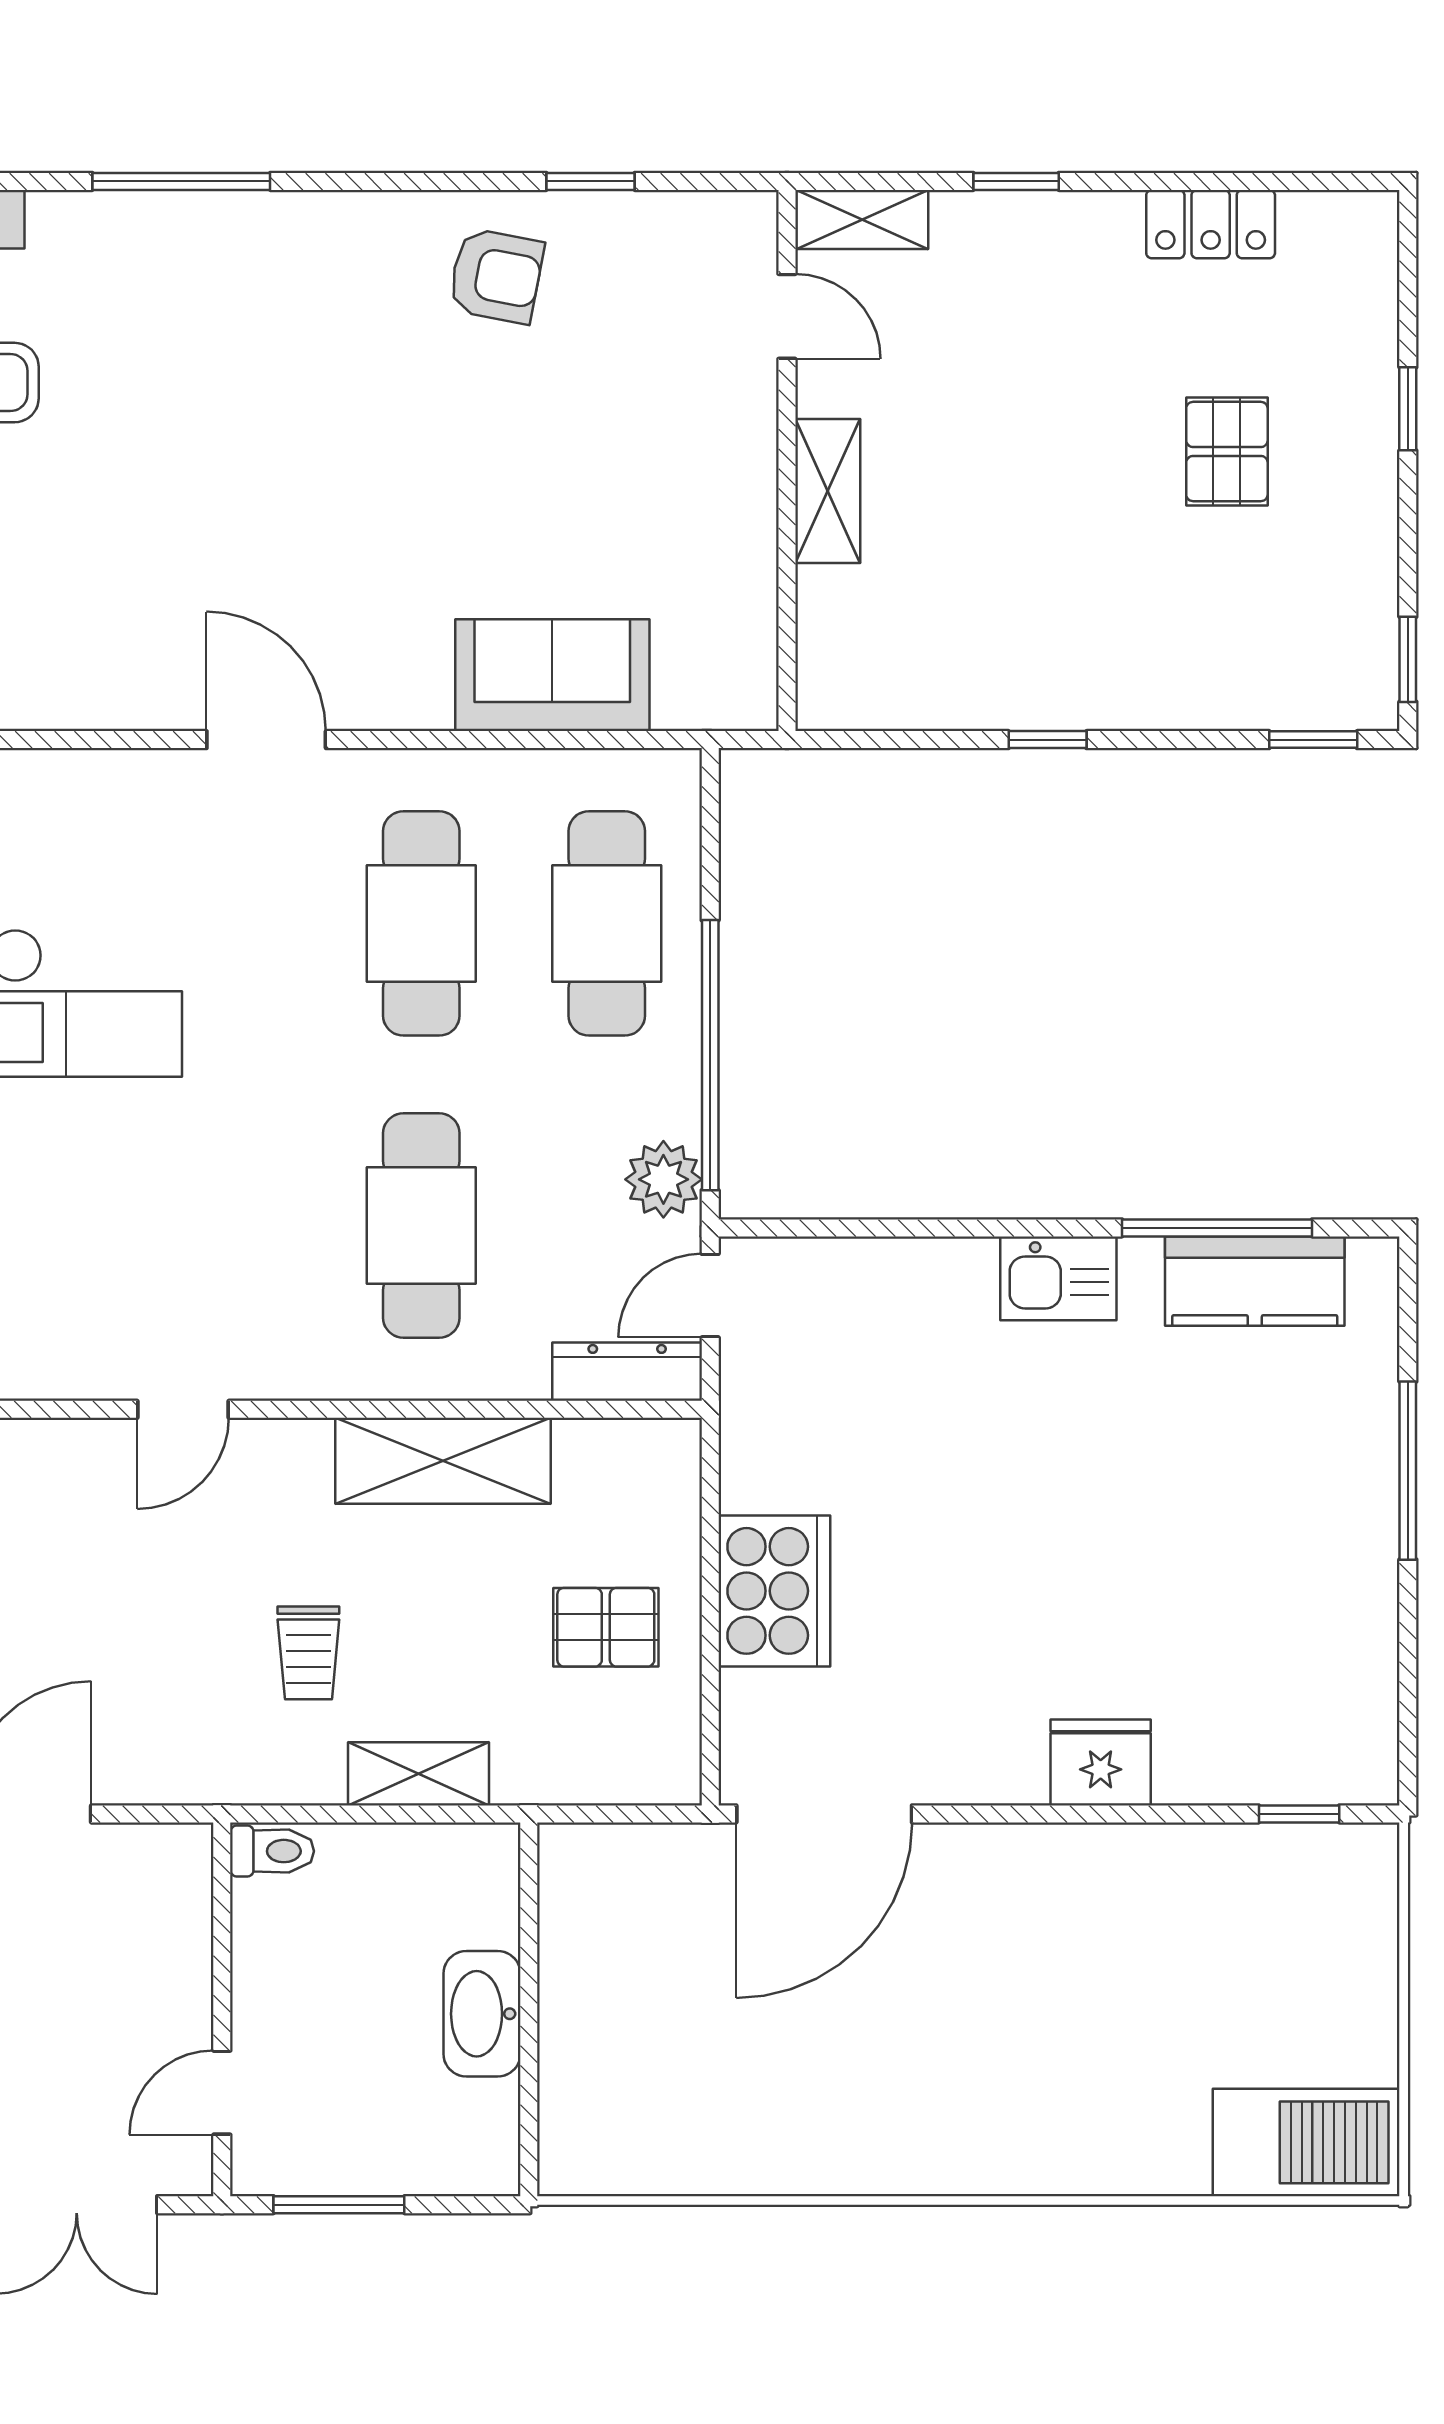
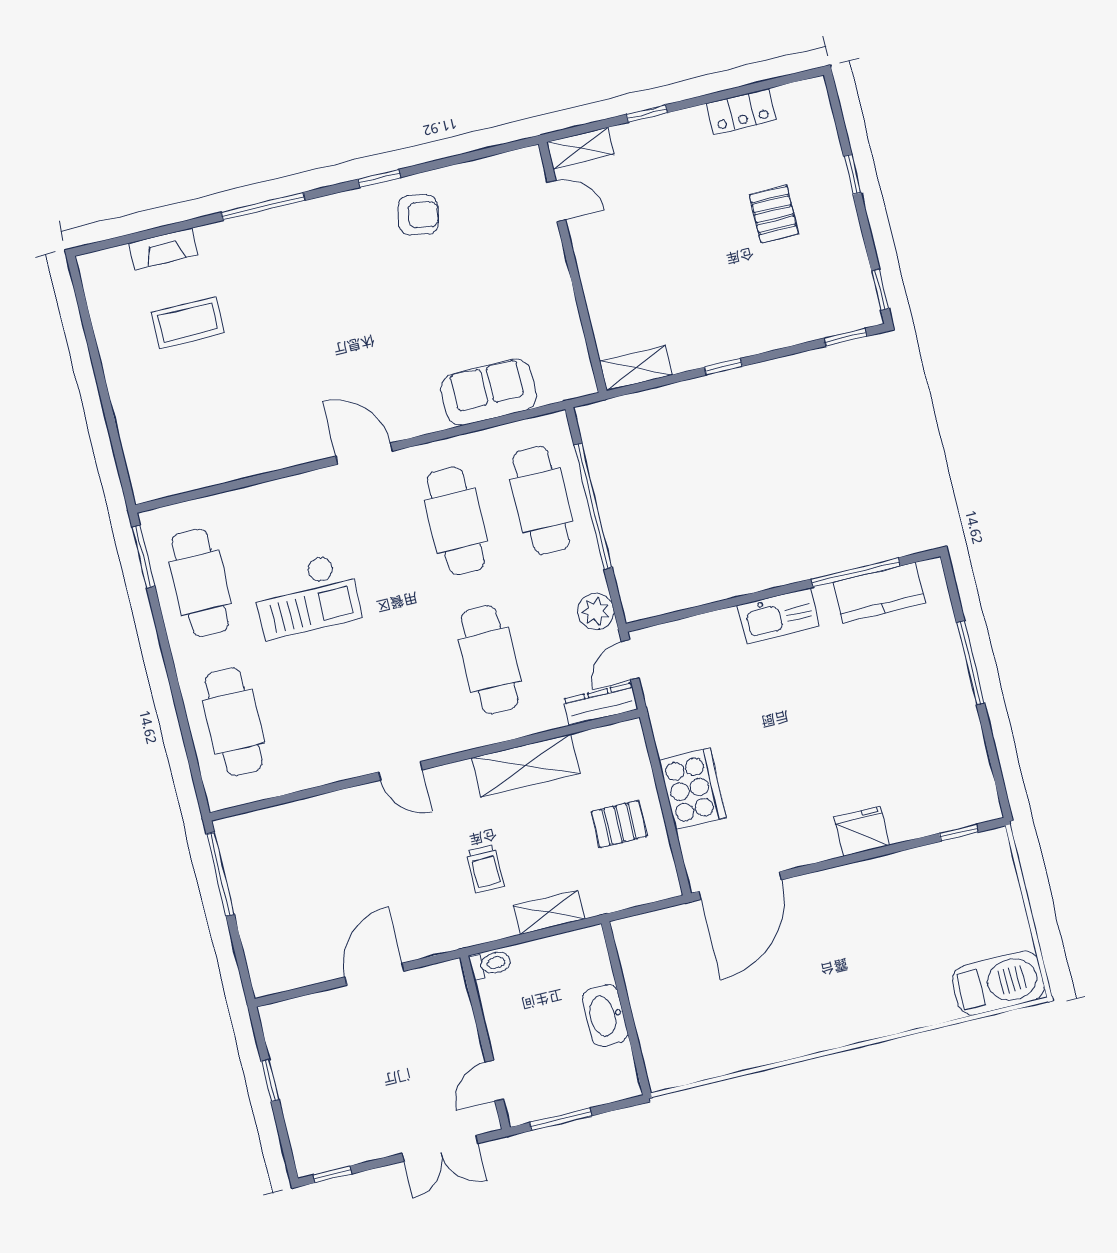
window: (590, 181) -> (379, 178), moved
shelving: (828, 491) -> (636, 368), moved, turned 90
window: (710, 1055) -> (593, 506), moved
kitchen sink: (1058, 1278) -> (778, 616), width x1.38
door: (183, 1409) -> (400, 771), hinge flipped

